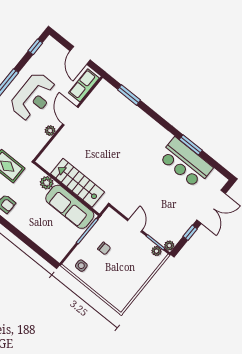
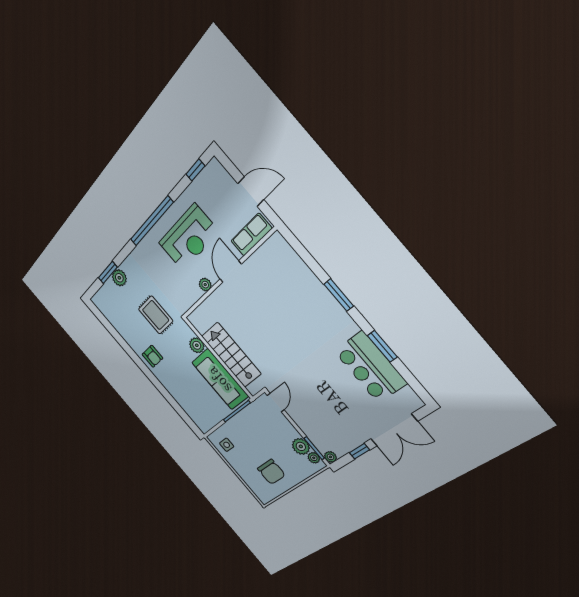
door: (80, 55) -> (251, 192), swing flipped
window: (129, 95) -> (339, 295), moved
door: (135, 226) -> (276, 403), moved
plant: (145, 245) -> (301, 446), added
chair: (104, 248) -> (271, 472), moved, width x1.87, depth x1.87

